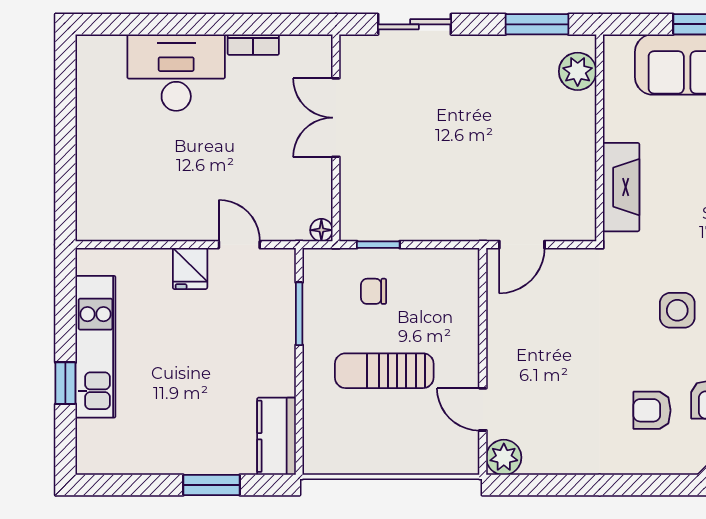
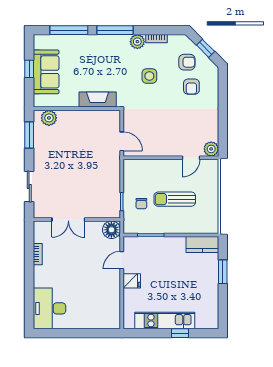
desk: (176, 73) -> (49, 308), moved
floor lamp: (321, 230) -> (111, 230), width x1.89, depth x1.89
sun lounger: (384, 371) -> (175, 199), turned 90

